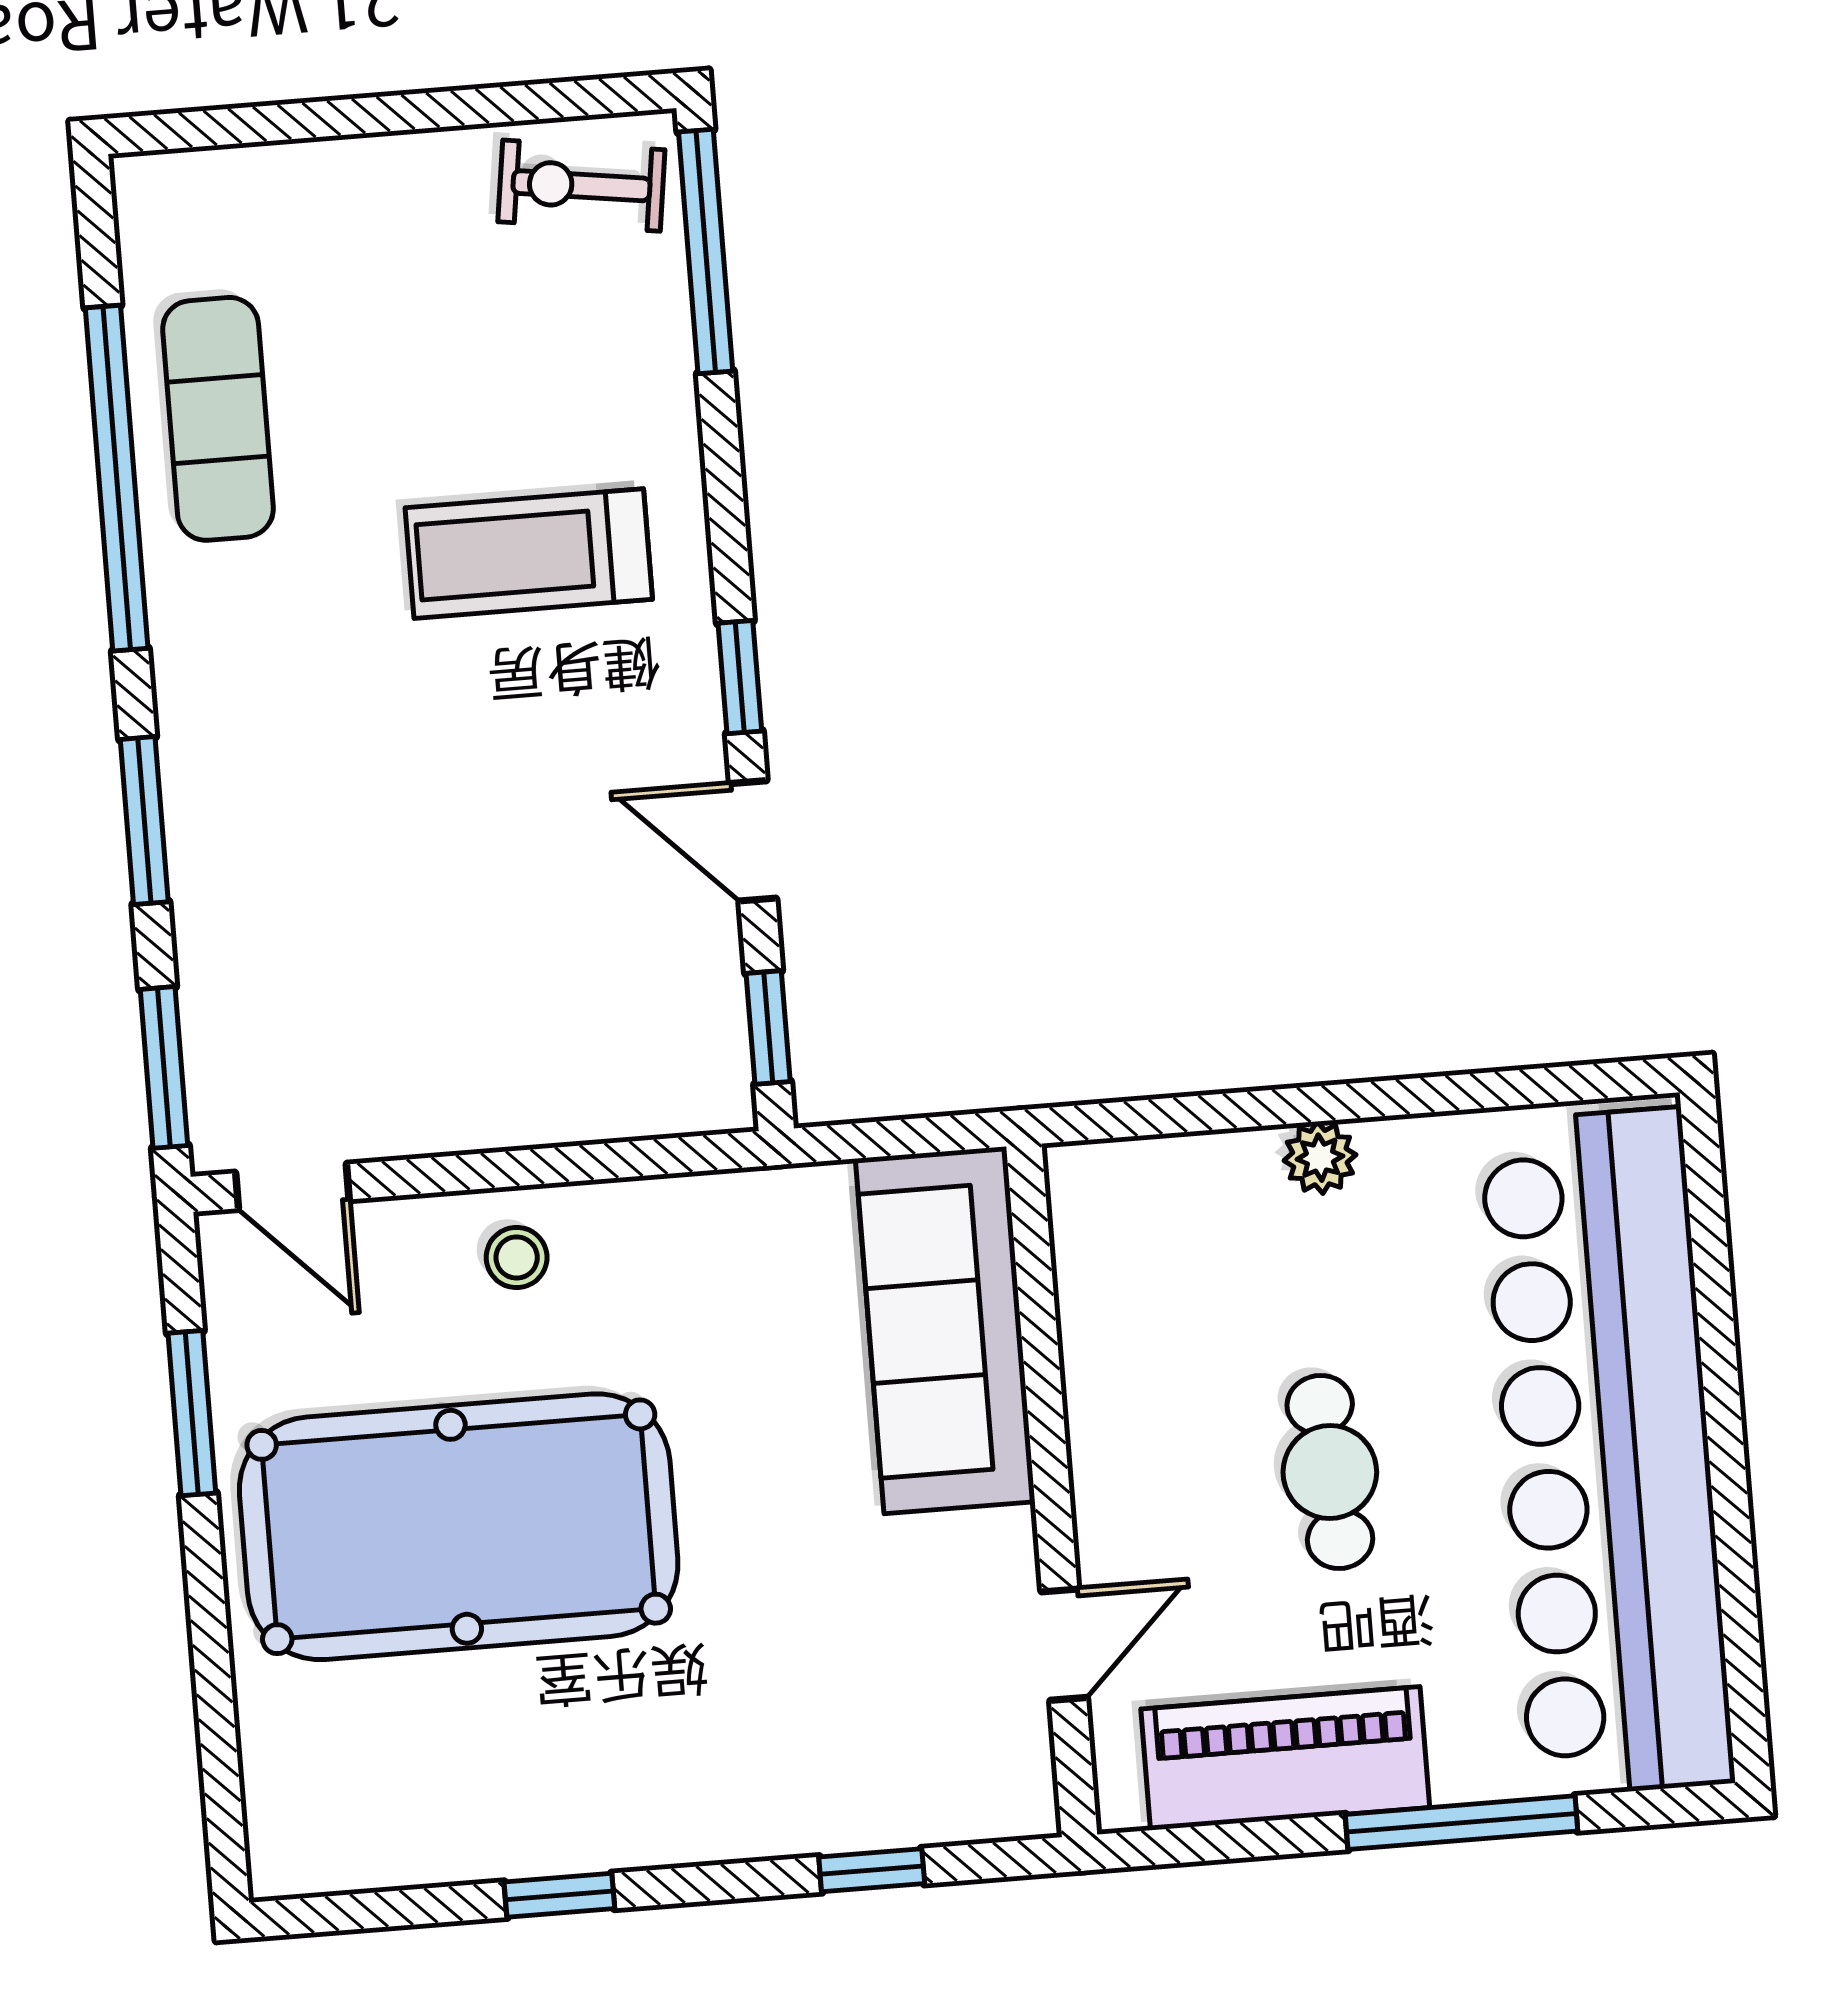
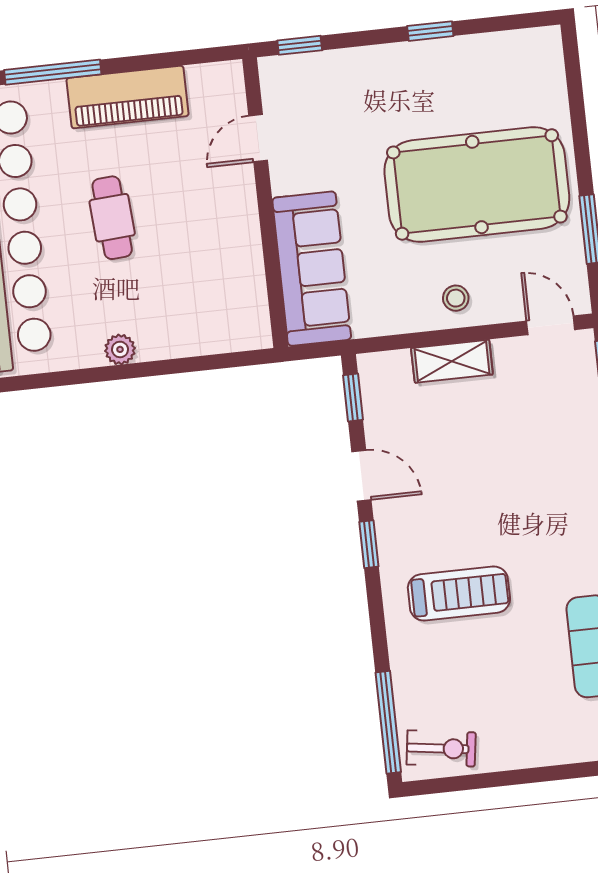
shelving: (530, 1107) -> (452, 361), added
sofa: (945, 1330) -> (312, 269), moved
wall: (1052, 1490) -> (265, 203), moved
door: (1064, 1645) -> (258, 138), moved

